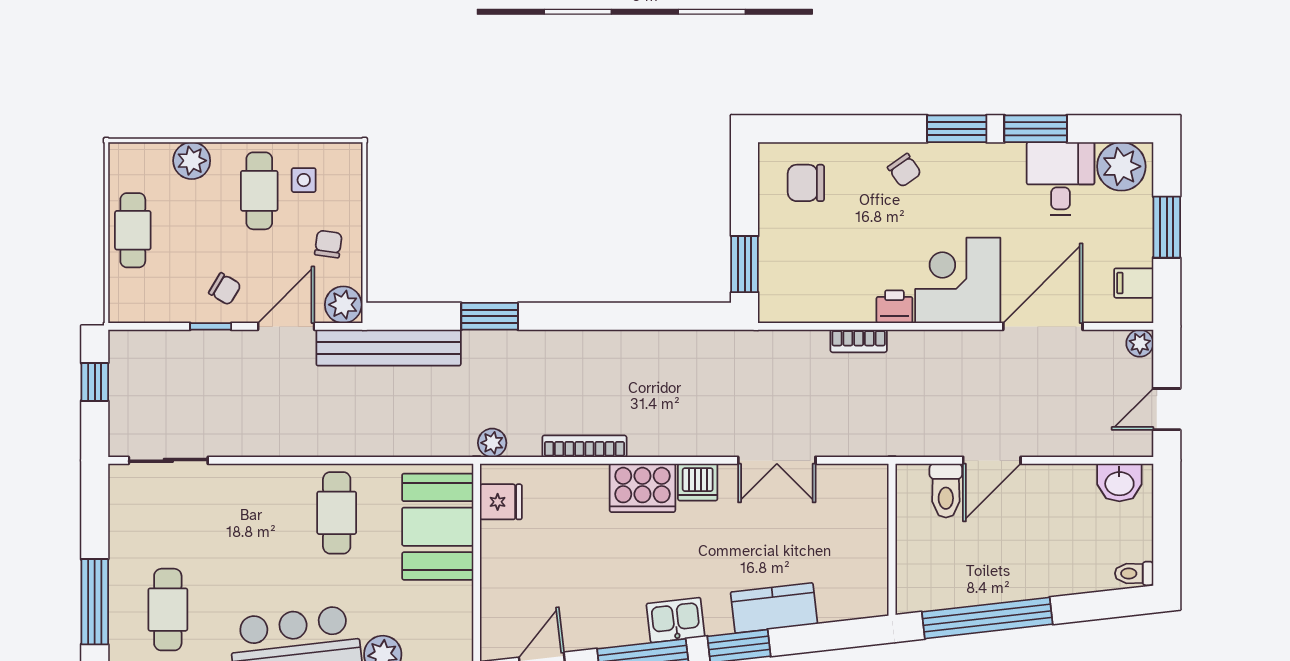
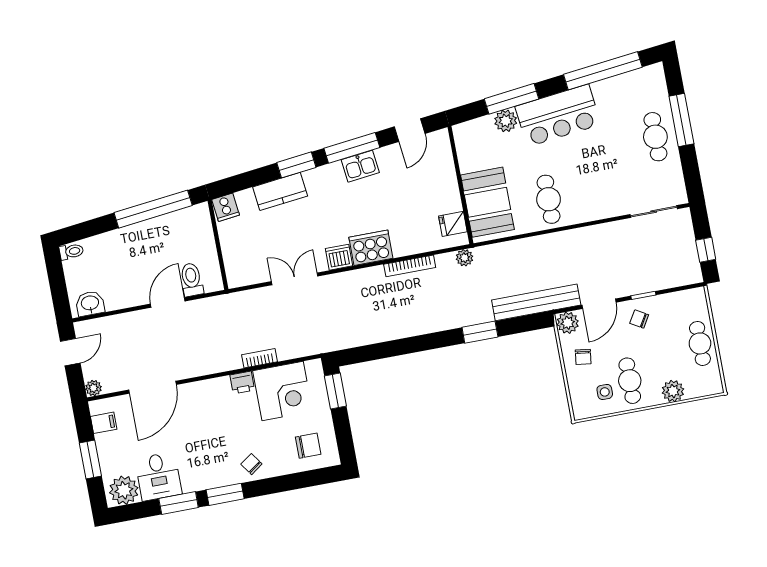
corner desk: (958, 280) -> (283, 391), moved
cooker: (868, 599) -> (226, 207), added
cafe table: (168, 610) -> (655, 137), moved
kitchen sink: (676, 620) -> (360, 166), moved

